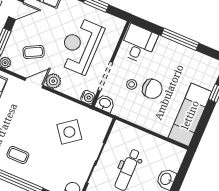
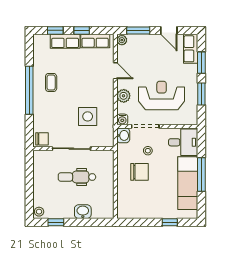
coffee table: (34, 52) -> (140, 60), removed
plant: (53, 81) -> (124, 96), moved
chair: (152, 89) -> (140, 172), moved, turned -90
exam couch: (190, 115) -> (188, 183), moved, turned -90
side table: (69, 132) -> (88, 116), turned 37

